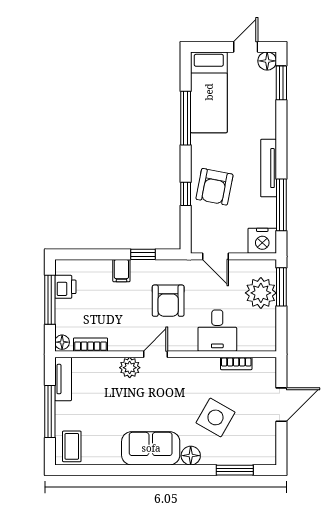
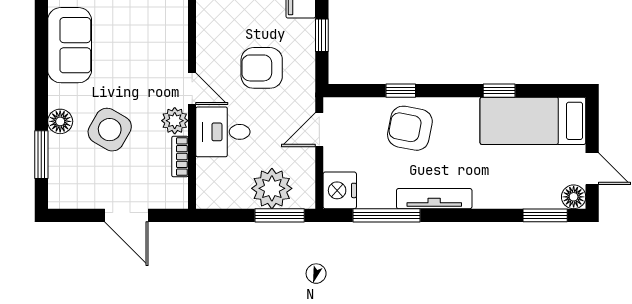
window: (186, 118) -> (499, 91), width x0.46
door: (156, 354) -> (192, 89), moved
plant: (130, 368) -> (175, 121), moved
floor lamp: (191, 456) -> (60, 121), moved

